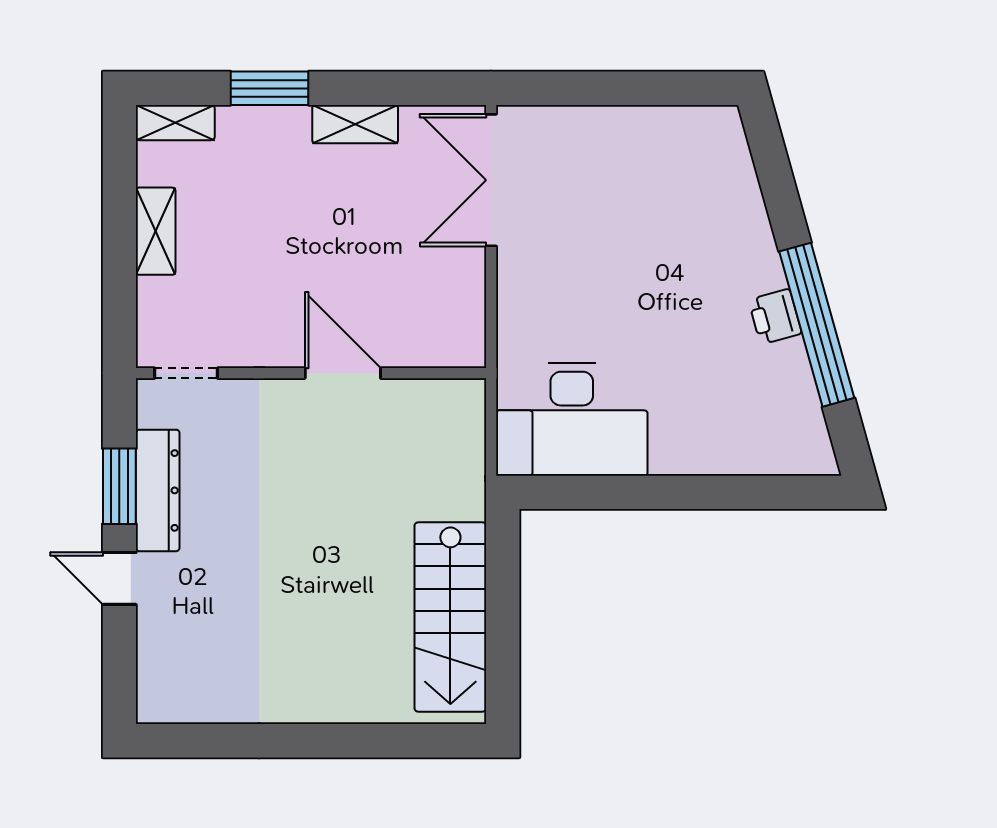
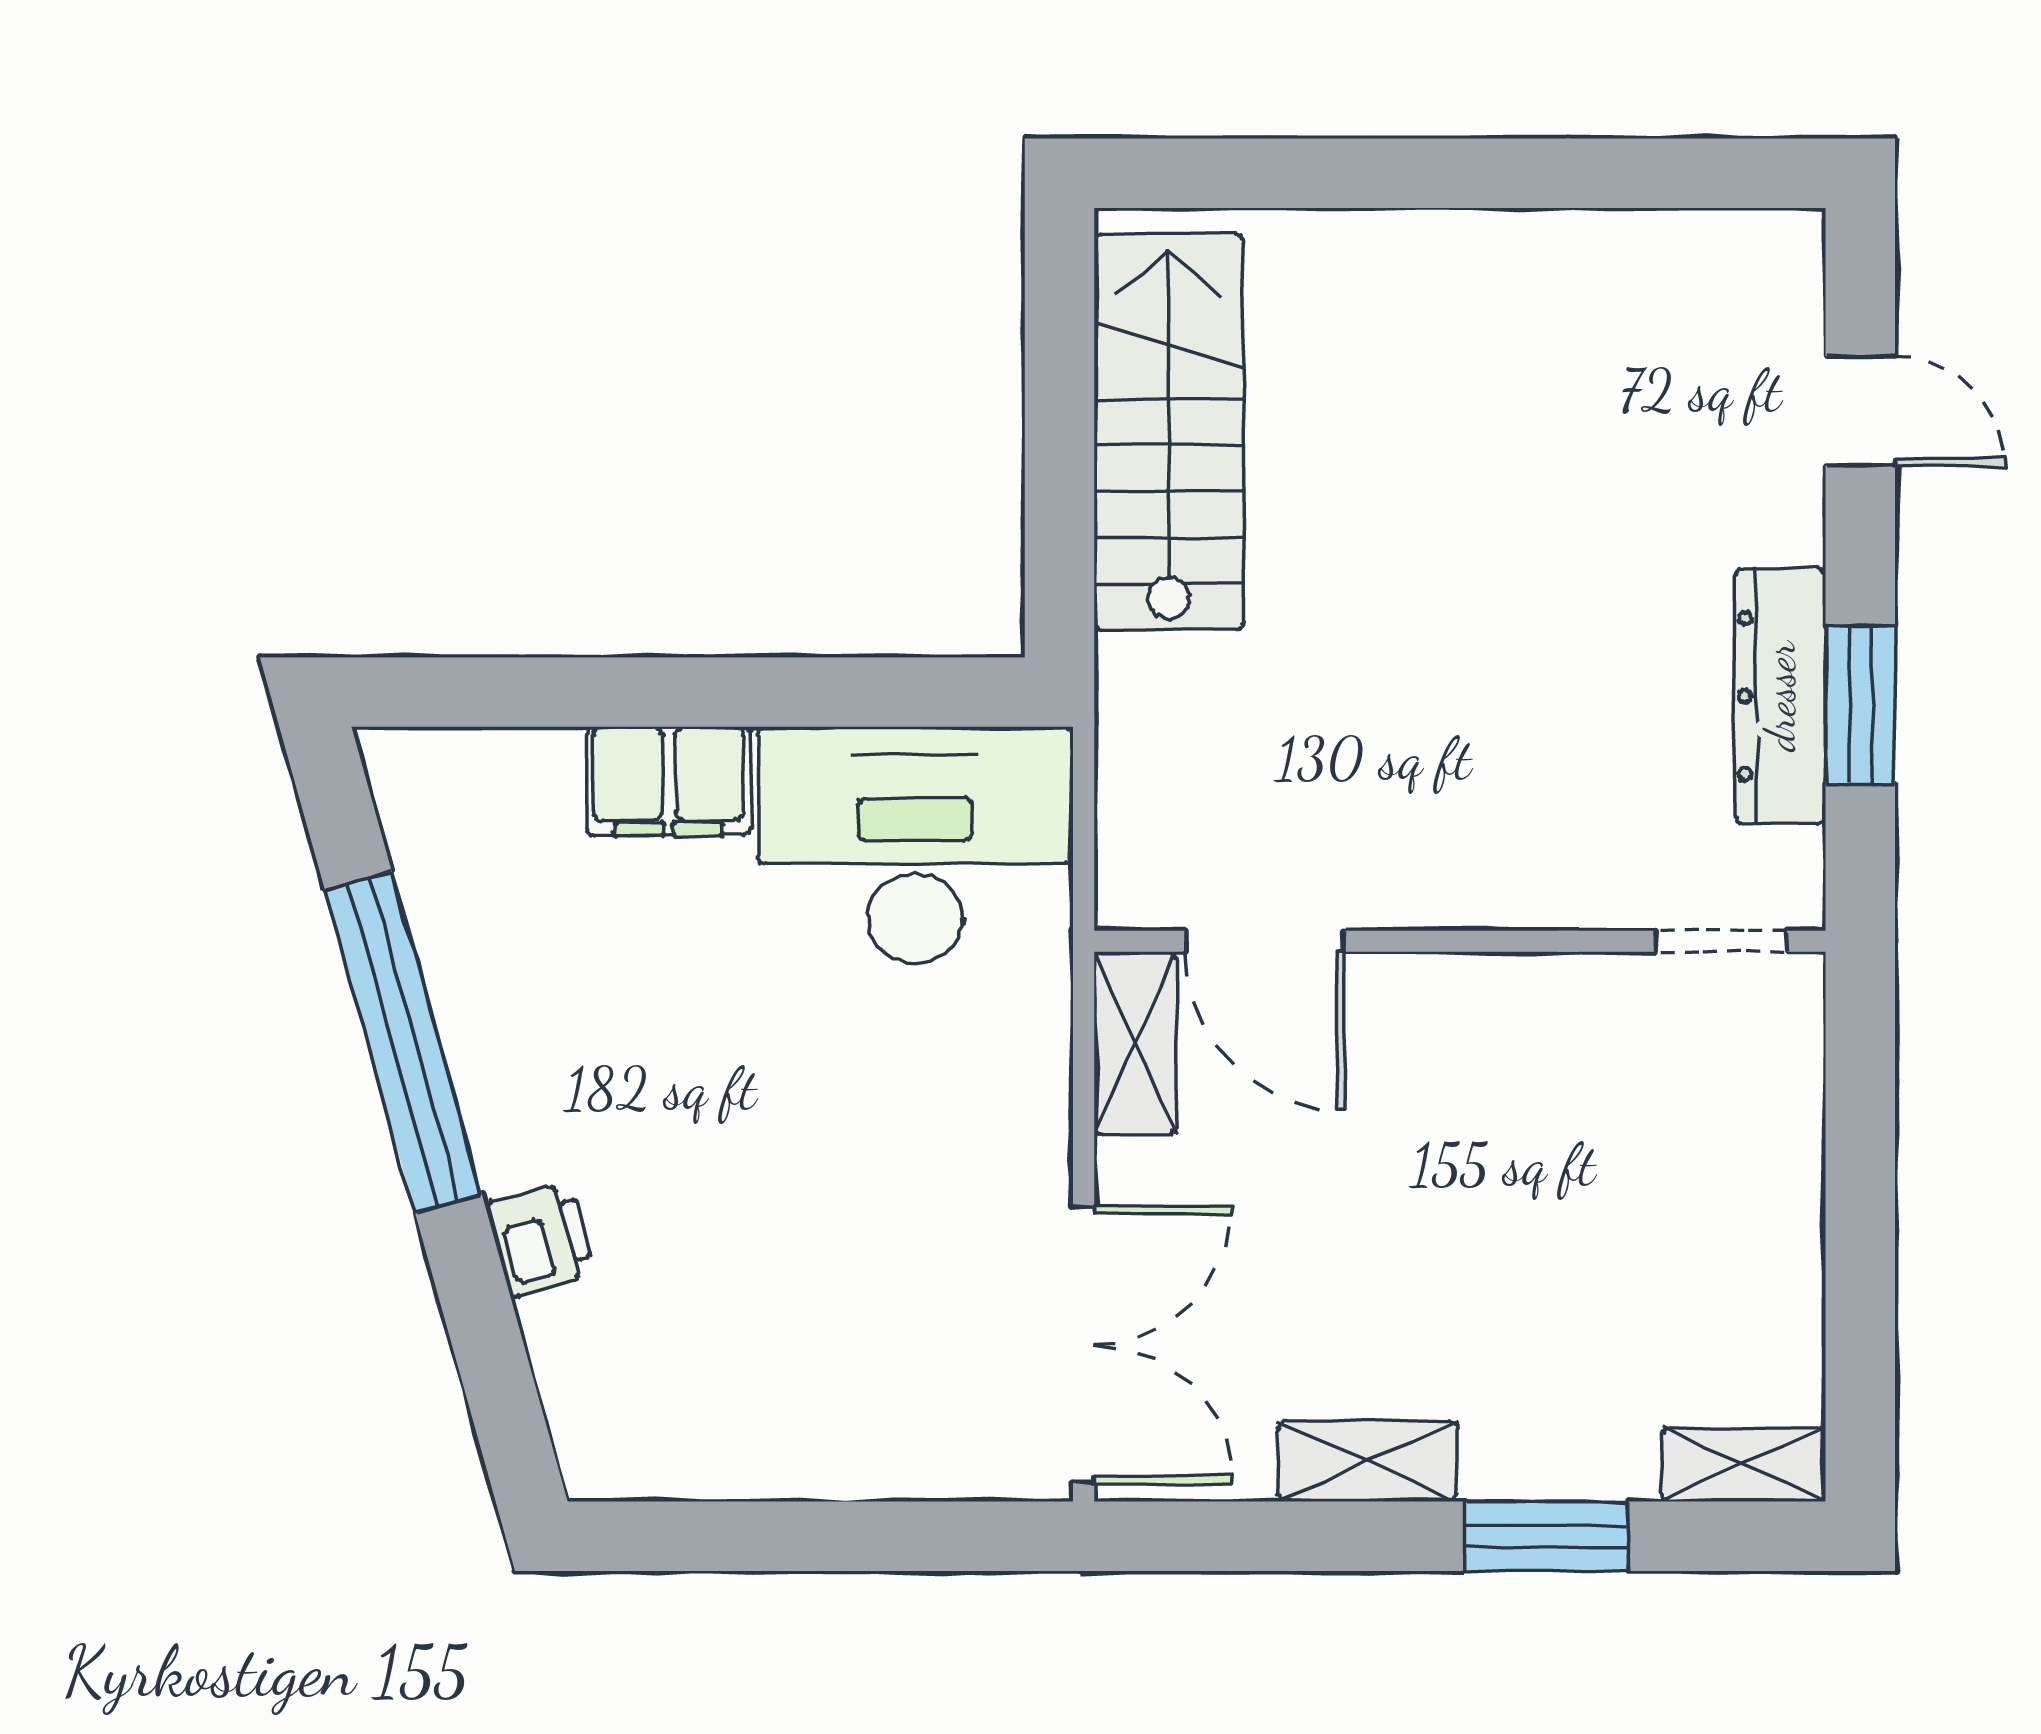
shelving: (156, 231) -> (1135, 1043), moved
printer: (775, 317) -> (541, 1239), moved
door: (343, 373) -> (1265, 941), moved
filing cabinet: (690, 450) -> (668, 781), added
door: (119, 578) -> (1860, 411), moved

